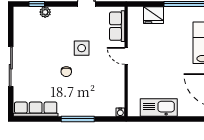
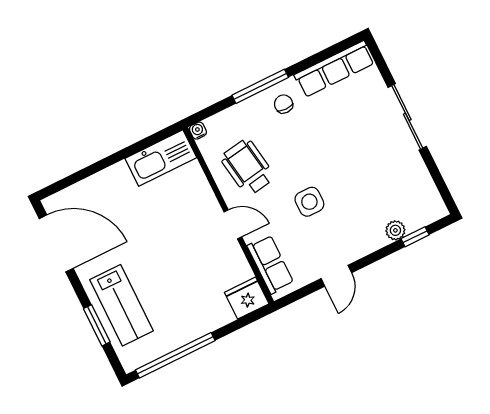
fridge: (154, 15) -> (247, 298), moved
chair: (66, 72) -> (284, 104), moved
wheelchair: (104, 81) -> (248, 167), added
kitchen sink: (159, 108) -> (161, 158), moved

